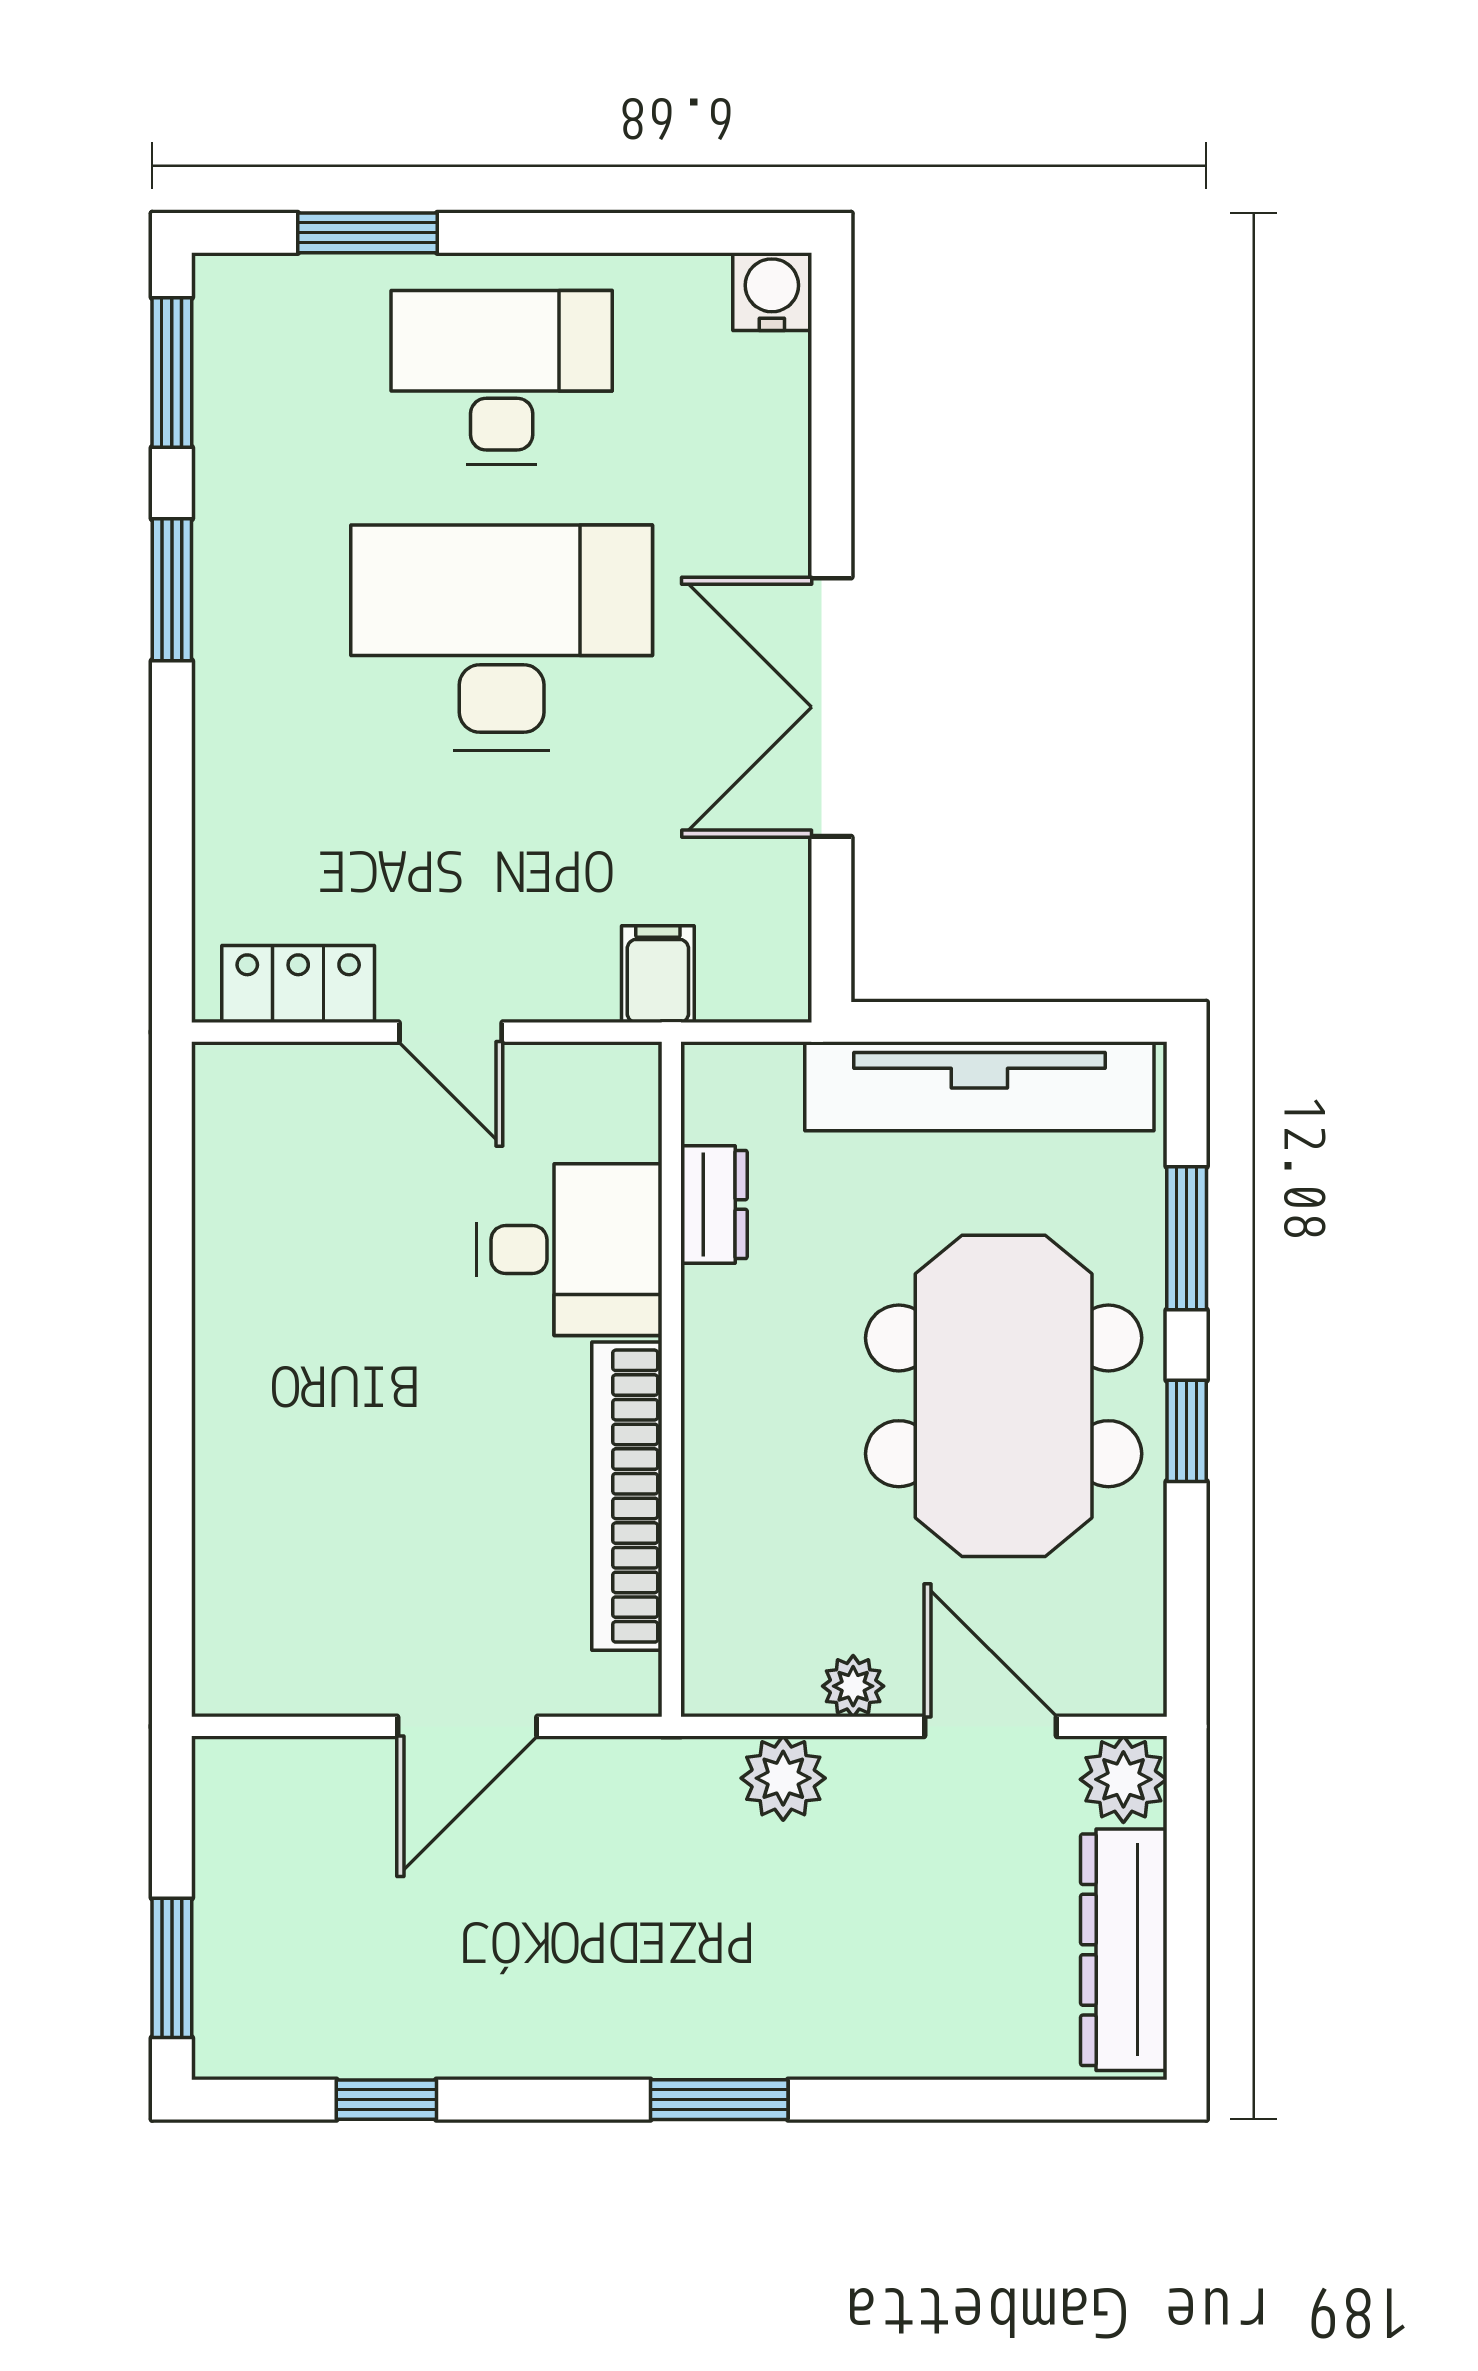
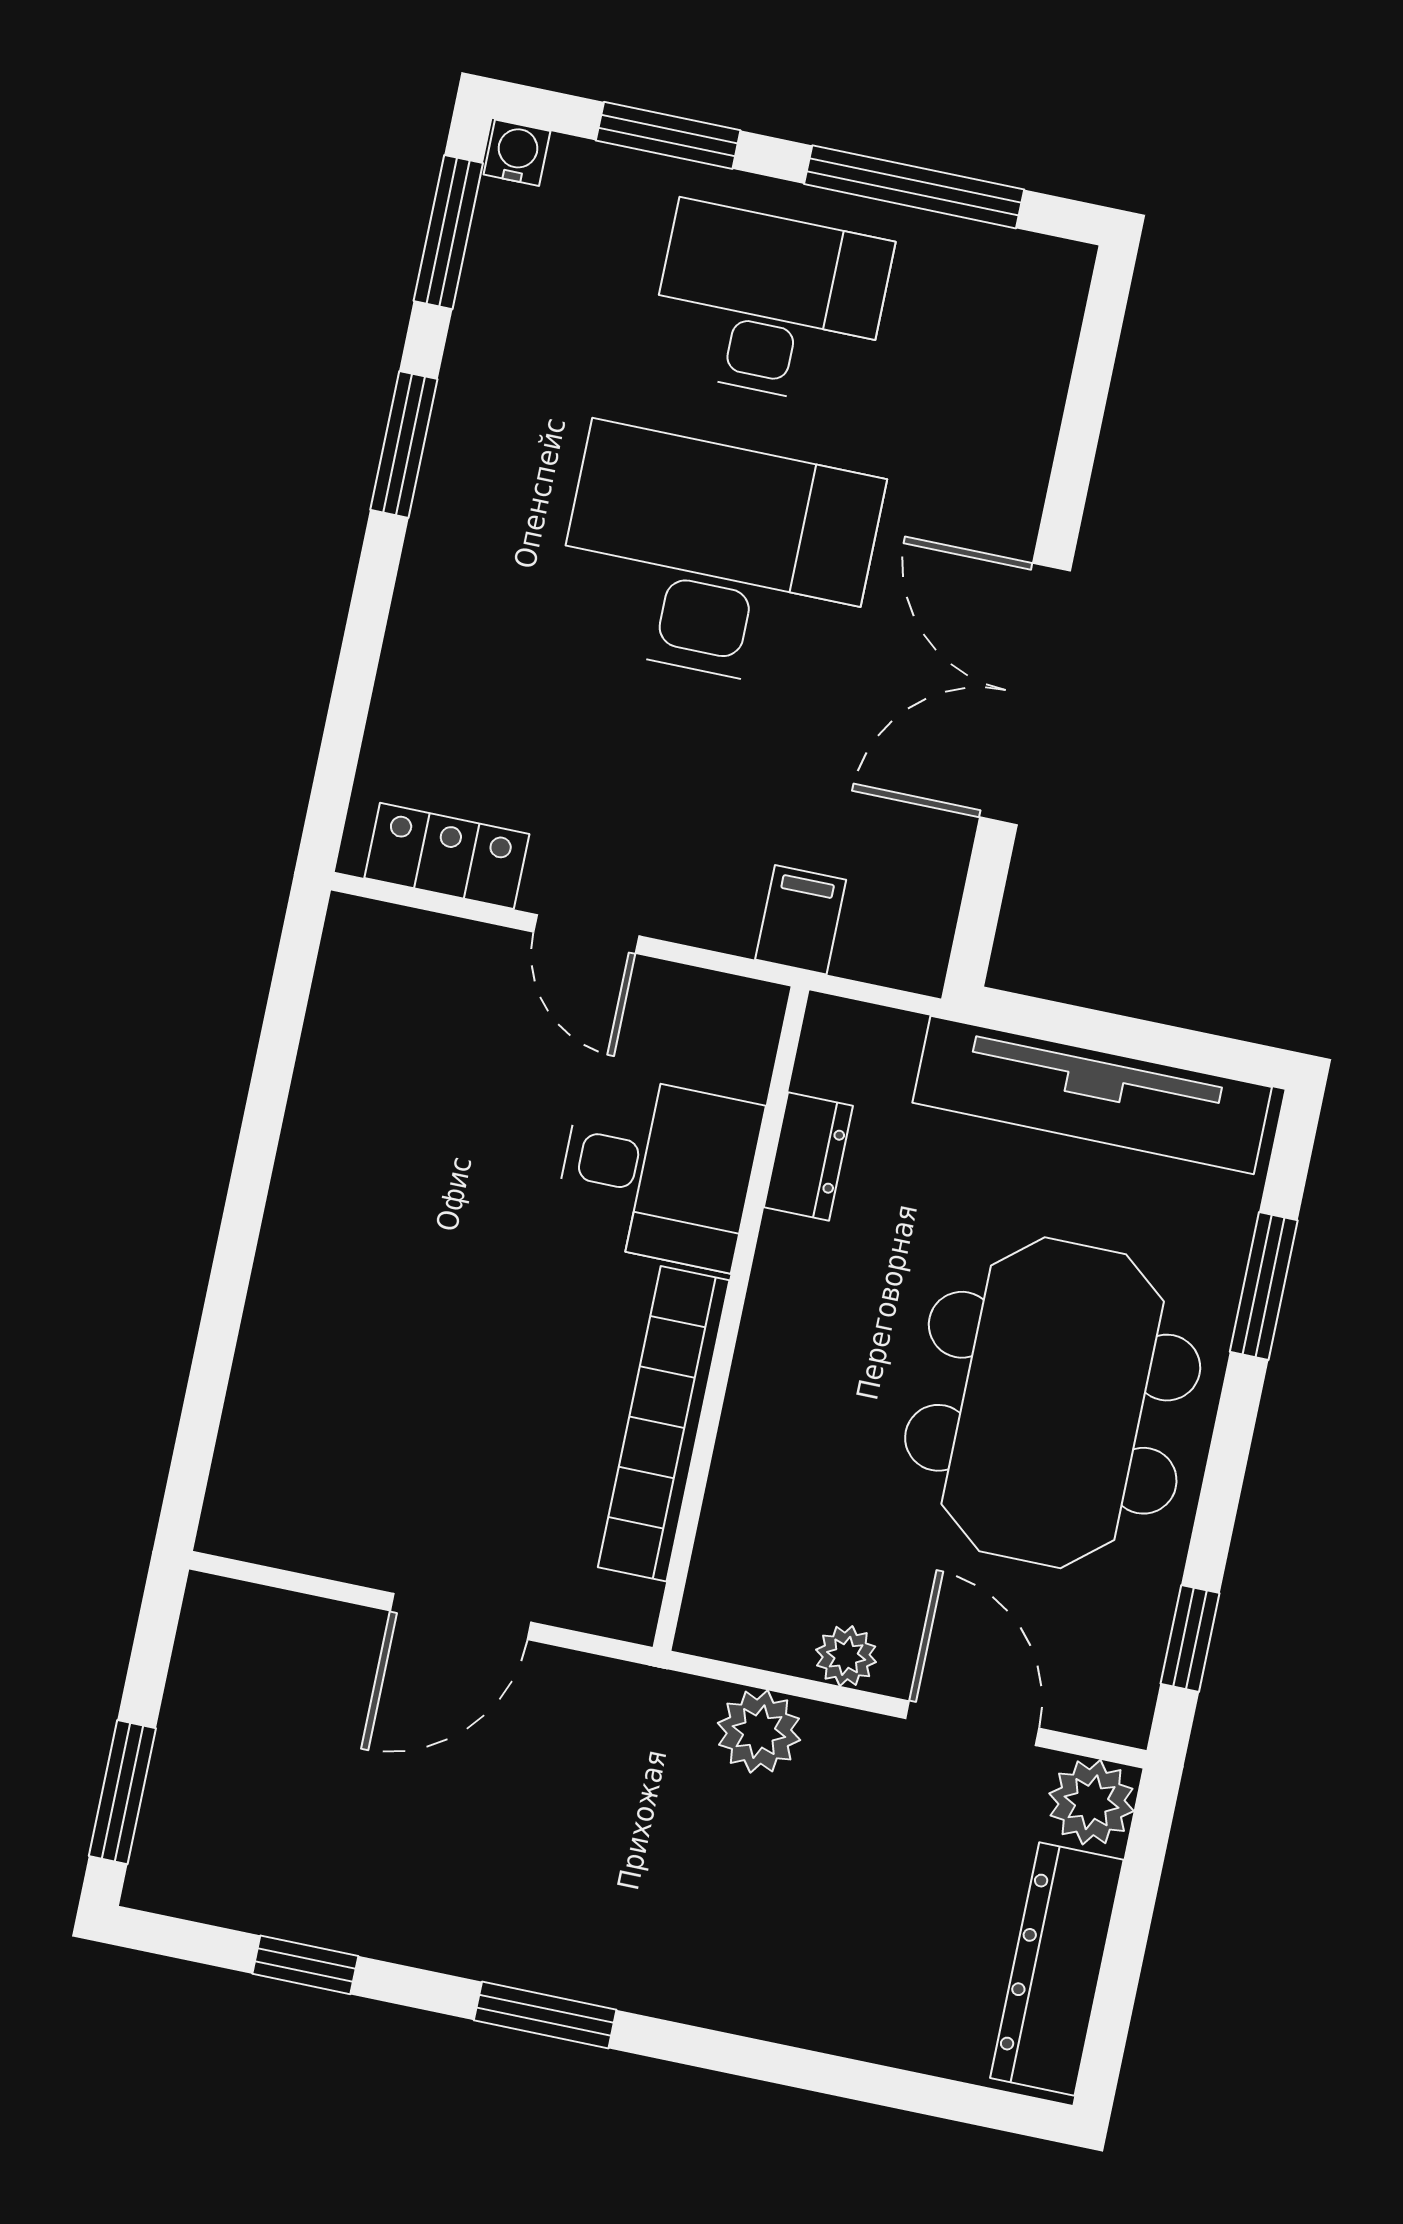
window: (619, 233) -> (914, 187), added
water cooler: (772, 292) -> (517, 153), moved, width x0.72, depth x0.72
window: (1187, 1431) -> (1190, 1638), moved
window: (719, 2100) -> (545, 2015), moved

